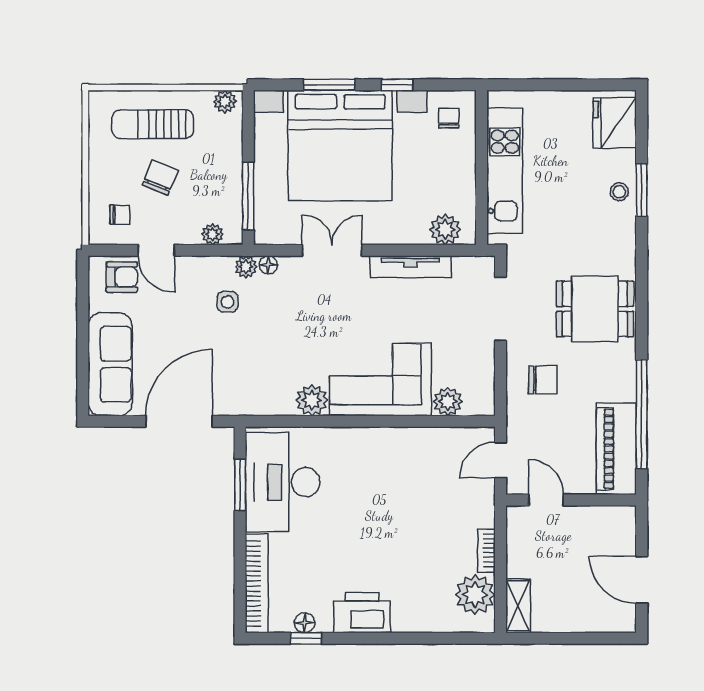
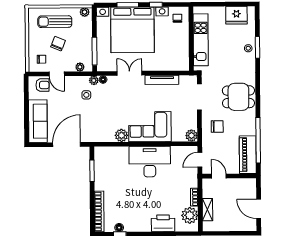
fridge: (615, 123) -> (236, 15), moved, turned -90
plant: (445, 229) -> (176, 64), removed
plant: (448, 402) -> (191, 136), moved
desk: (283, 482) -> (150, 162), moved, turned 90
shelving: (518, 606) -> (207, 210), moved
printer: (362, 613) -> (163, 223), moved

